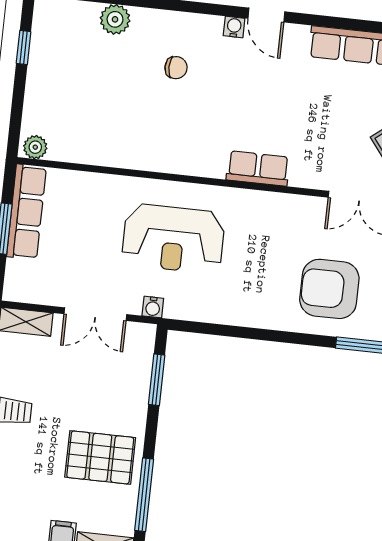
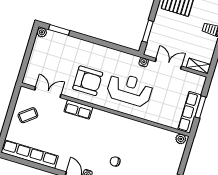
row of seats: (258, 168) -> (78, 109), moved
armchair: (329, 289) -> (88, 81), moved

